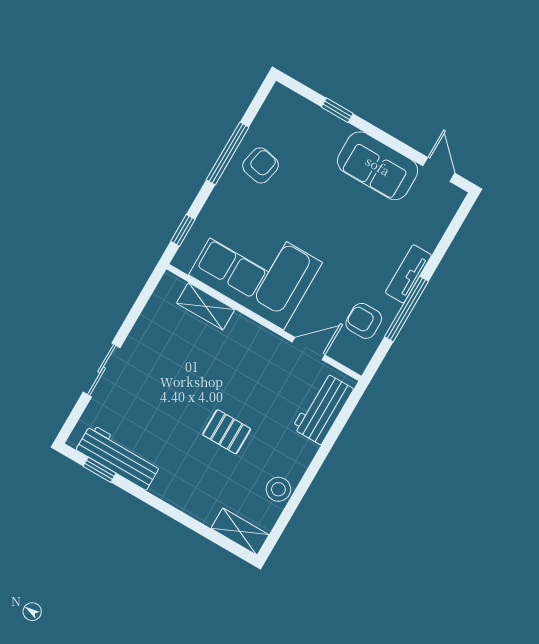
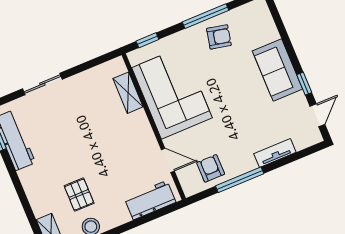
window: (337, 110) -> (304, 84), moved
sofa: (378, 166) -> (277, 70), moved
tv unit: (408, 274) -> (275, 153), moved
pallet: (227, 432) -> (79, 195), moved

